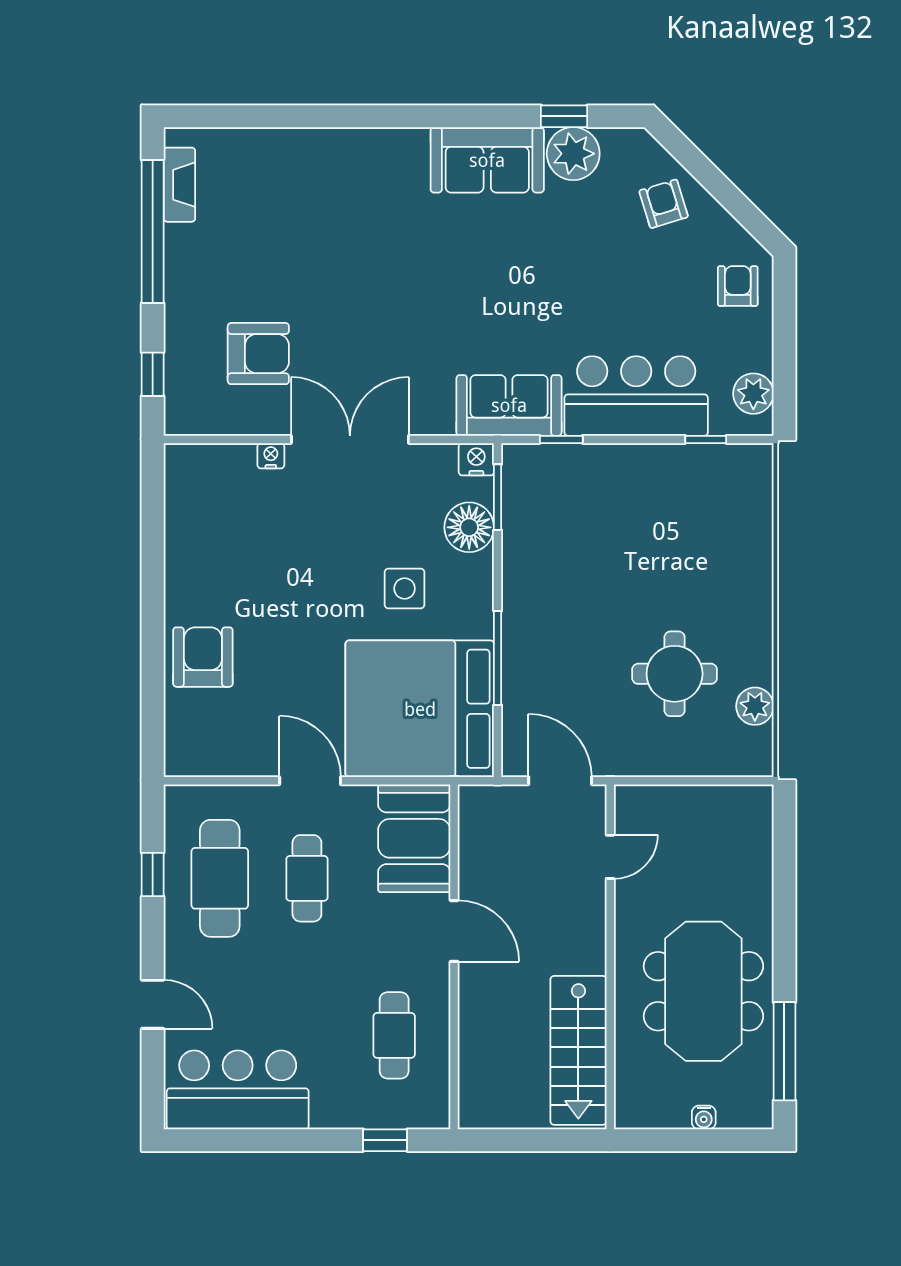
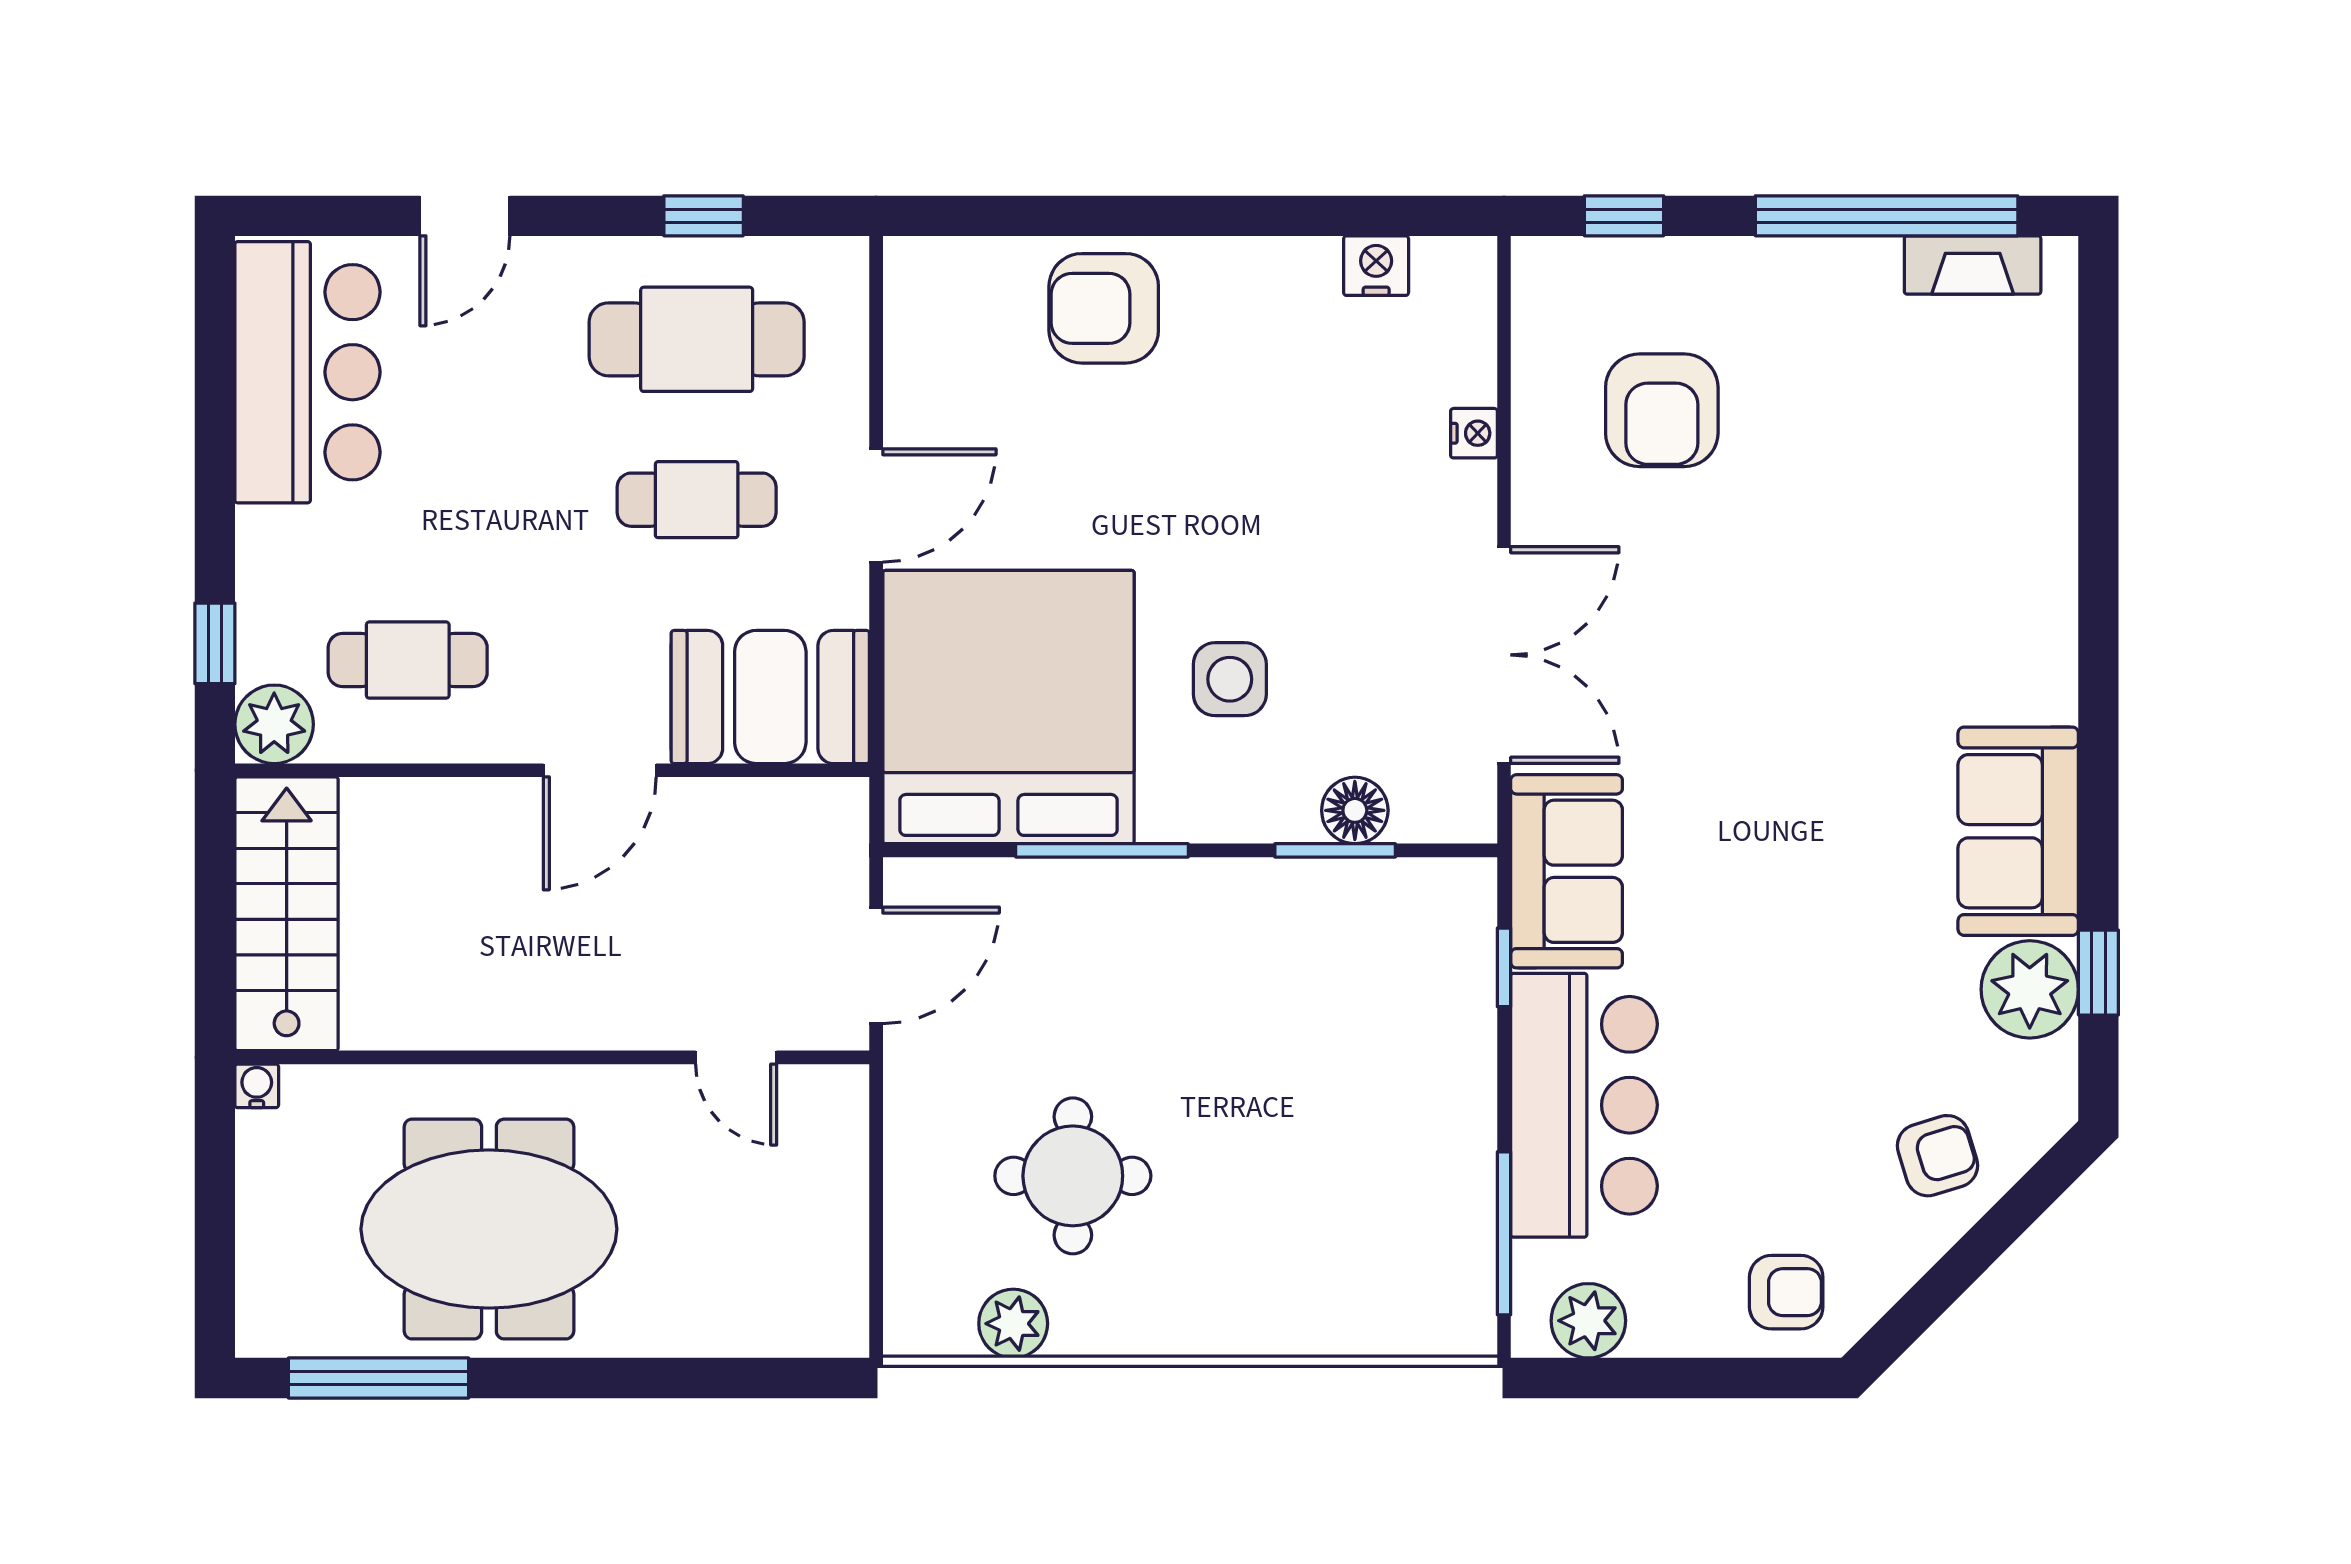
double door: (350, 439) -> (1504, 655), moved
window: (706, 439) -> (1504, 1233), width x2.17
nightstand: (476, 459) -> (1376, 266), moved, turned -90
window: (498, 497) -> (1335, 850), moved
floor lamp: (469, 527) -> (1355, 810), width x0.73, depth x0.73
armchair: (203, 657) -> (1104, 308), turned 180
stairs: (578, 1050) -> (287, 914), moved, turned 90
plant: (429, 1108) -> (274, 724), added
water cooler: (704, 1117) -> (257, 1086), moved, turned 90

